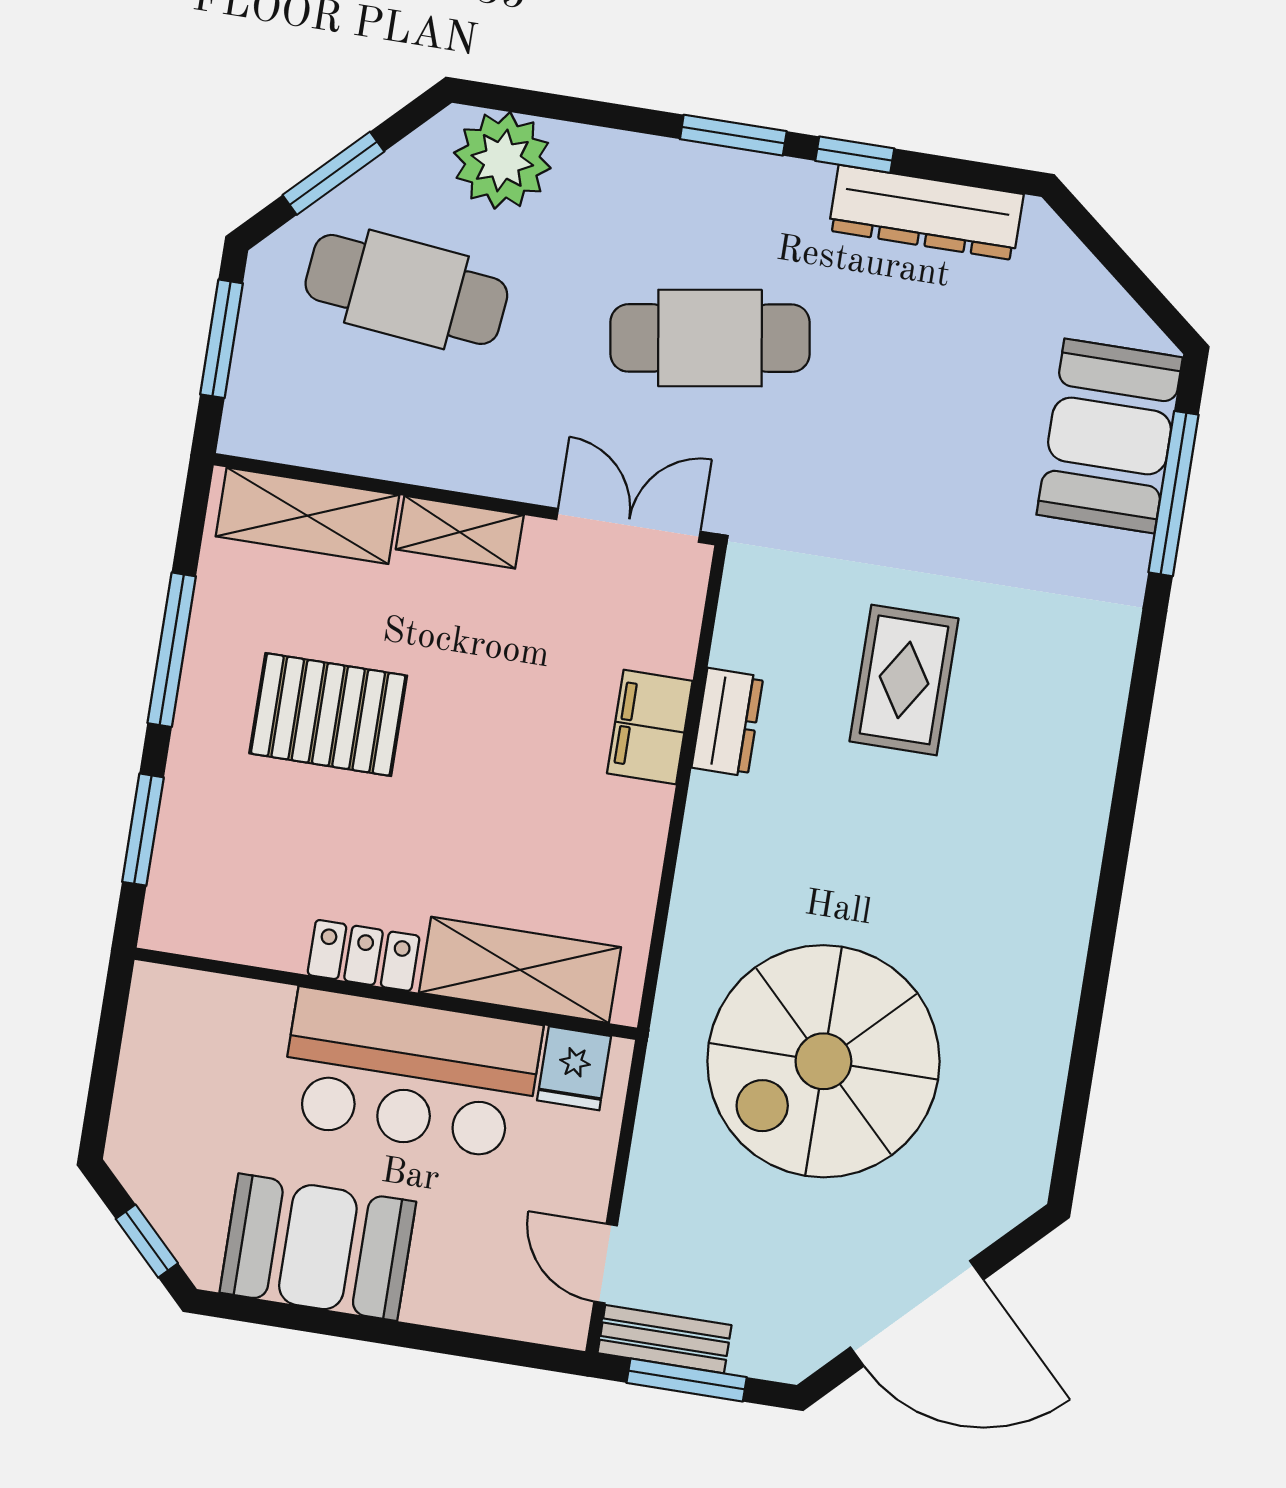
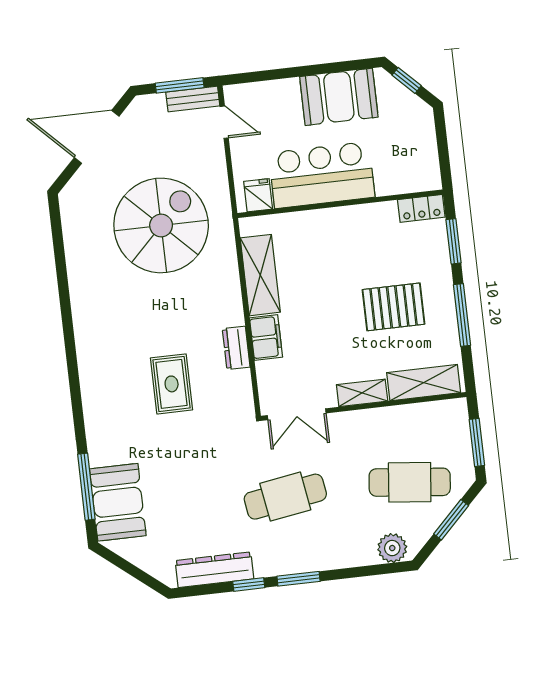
plant: (502, 160) -> (392, 548), width x0.73, depth x0.73
locker: (364, 955) -> (421, 208), moved
shelving: (520, 970) -> (260, 275), moved, turned 90

